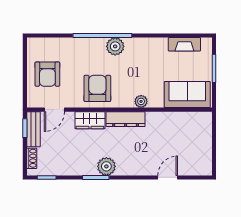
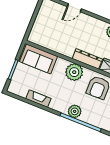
fireplace: (184, 44) -> (38, 99), moved
plant: (141, 101) -> (74, 72), width x1.87, depth x1.87

